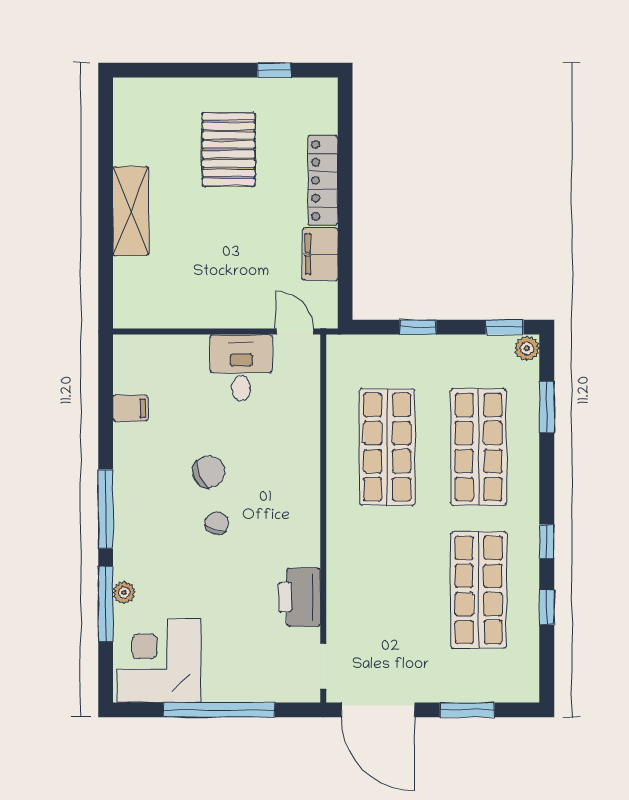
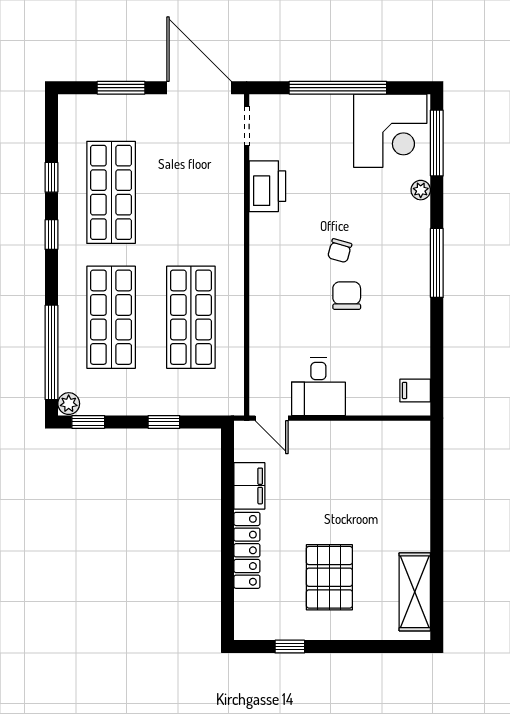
shelving: (131, 211) -> (415, 592), moved
window: (547, 407) -> (51, 352), width x2.11
filing cabinet: (130, 408) -> (415, 390), moved
chair: (209, 472) -> (347, 296), turned 113
window: (106, 604) -> (437, 143), moved

